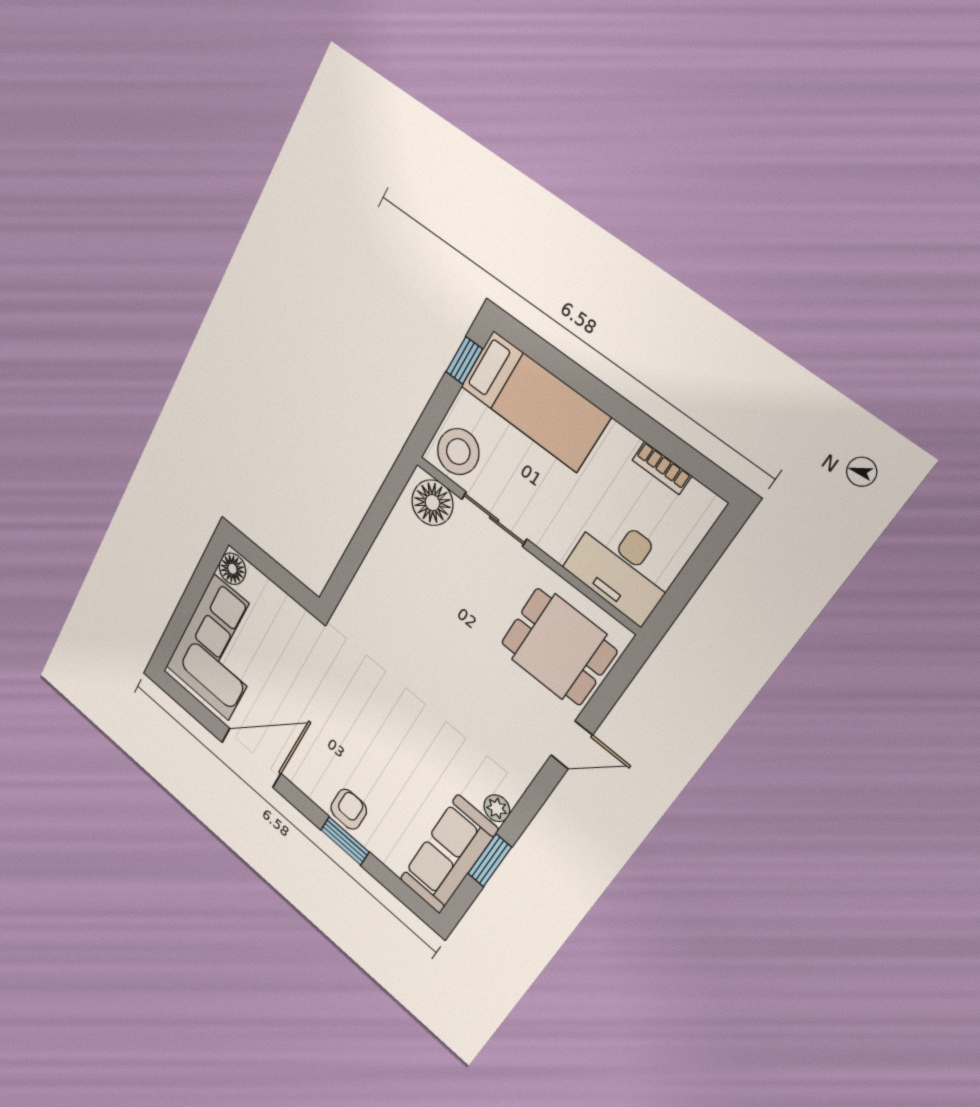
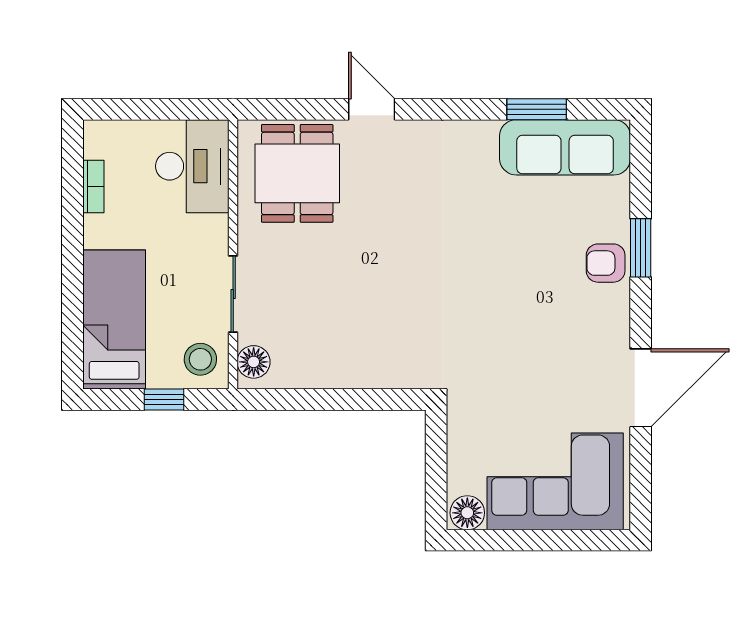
window: (464, 360) -> (164, 399), moved
stool: (458, 452) -> (200, 359), width x0.73, depth x0.73
floor lamp: (432, 503) -> (254, 362), width x0.73, depth x0.73
door: (251, 758) -> (641, 388), swing flipped
plant: (497, 808) -> (483, 134), removed

